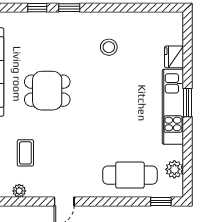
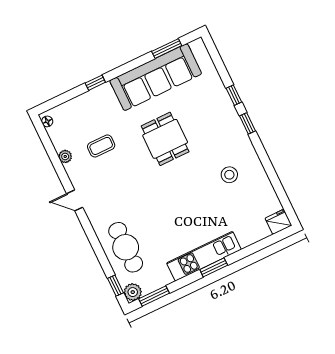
fridge: (174, 57) -> (278, 222), moved
plant: (174, 169) -> (133, 292), moved
window: (188, 170) -> (154, 296), added

